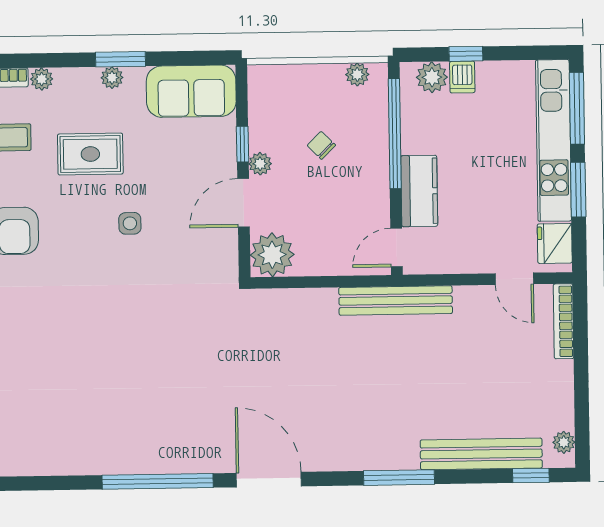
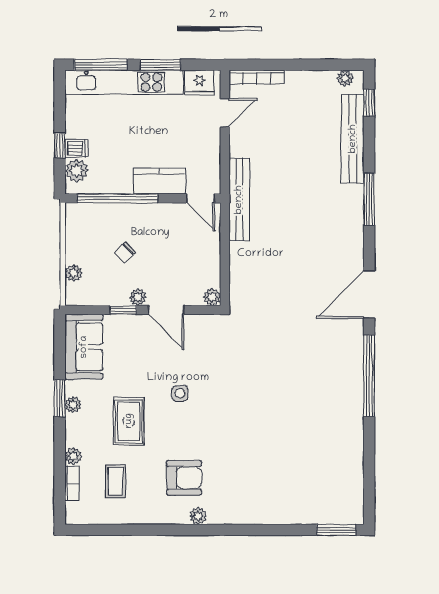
plant: (357, 74) -> (74, 273), moved
plant: (272, 255) -> (212, 297), width x0.53, depth x0.53

